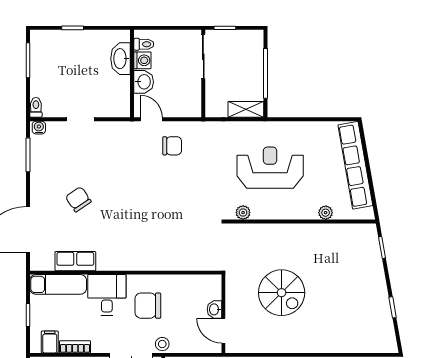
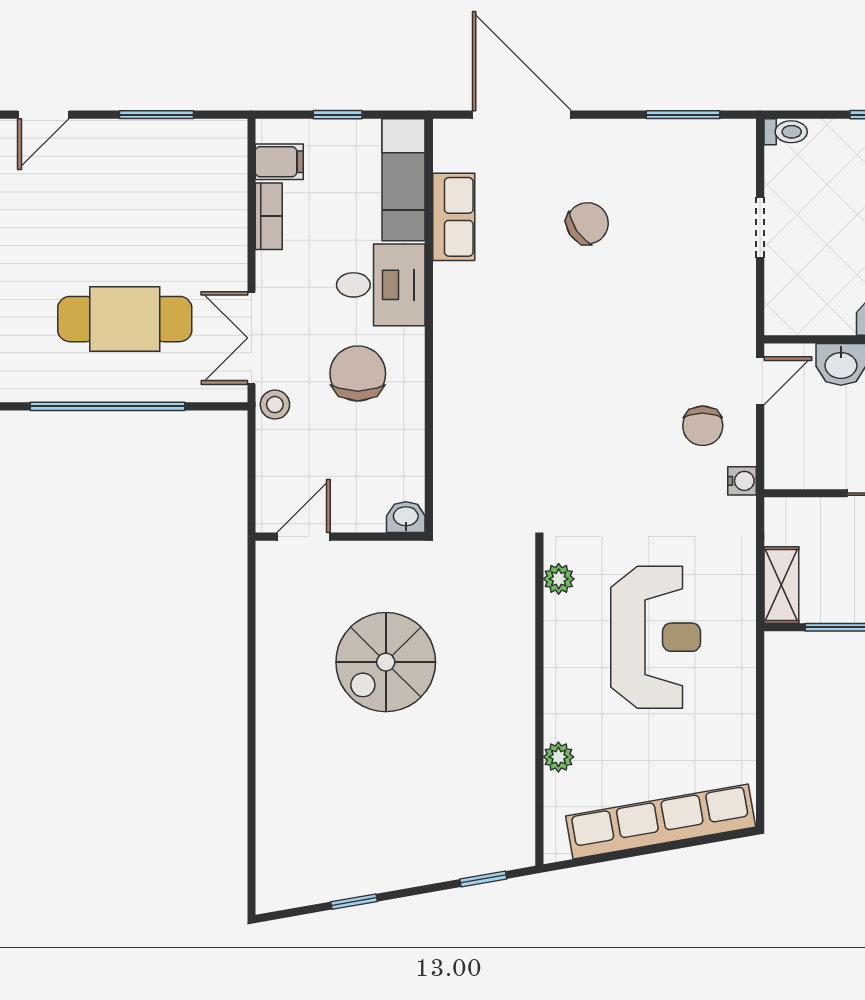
water cooler: (39, 128) -> (742, 481), moved
washbasin: (214, 309) -> (406, 517), moved

